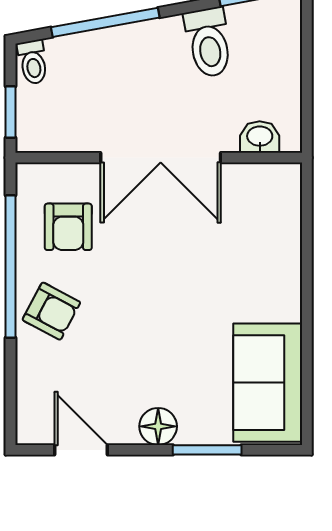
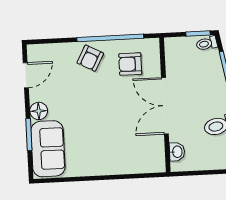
window: (11, 112) -> (198, 33), moved
sofa: (268, 383) -> (48, 149), moved, turned 90

